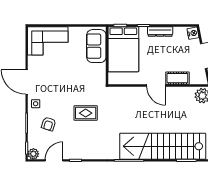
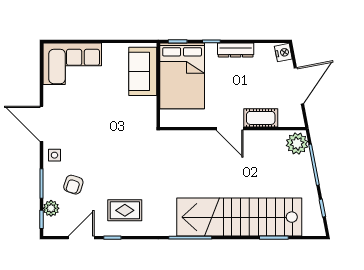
rug: (86, 113) -> (125, 210), moved
plant: (33, 154) -> (51, 208), moved

